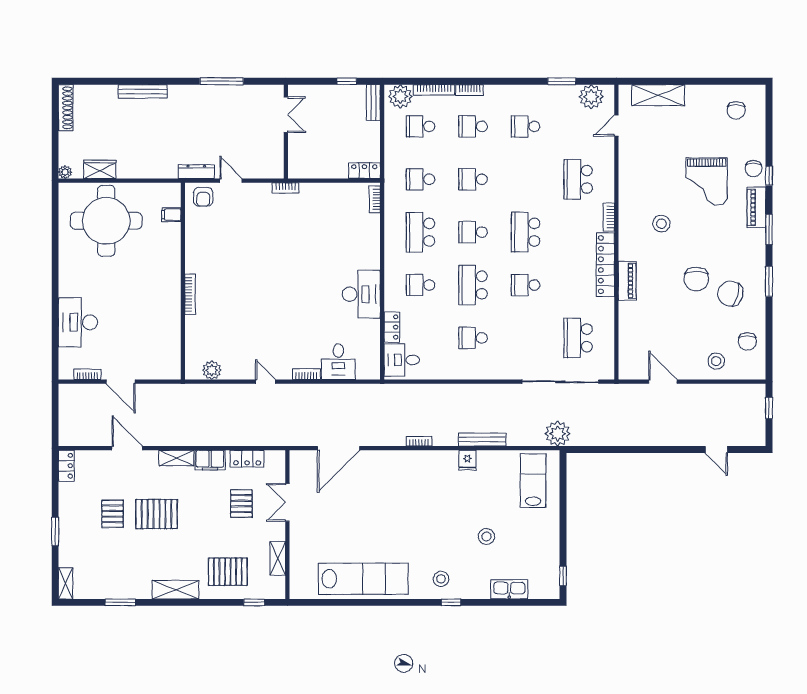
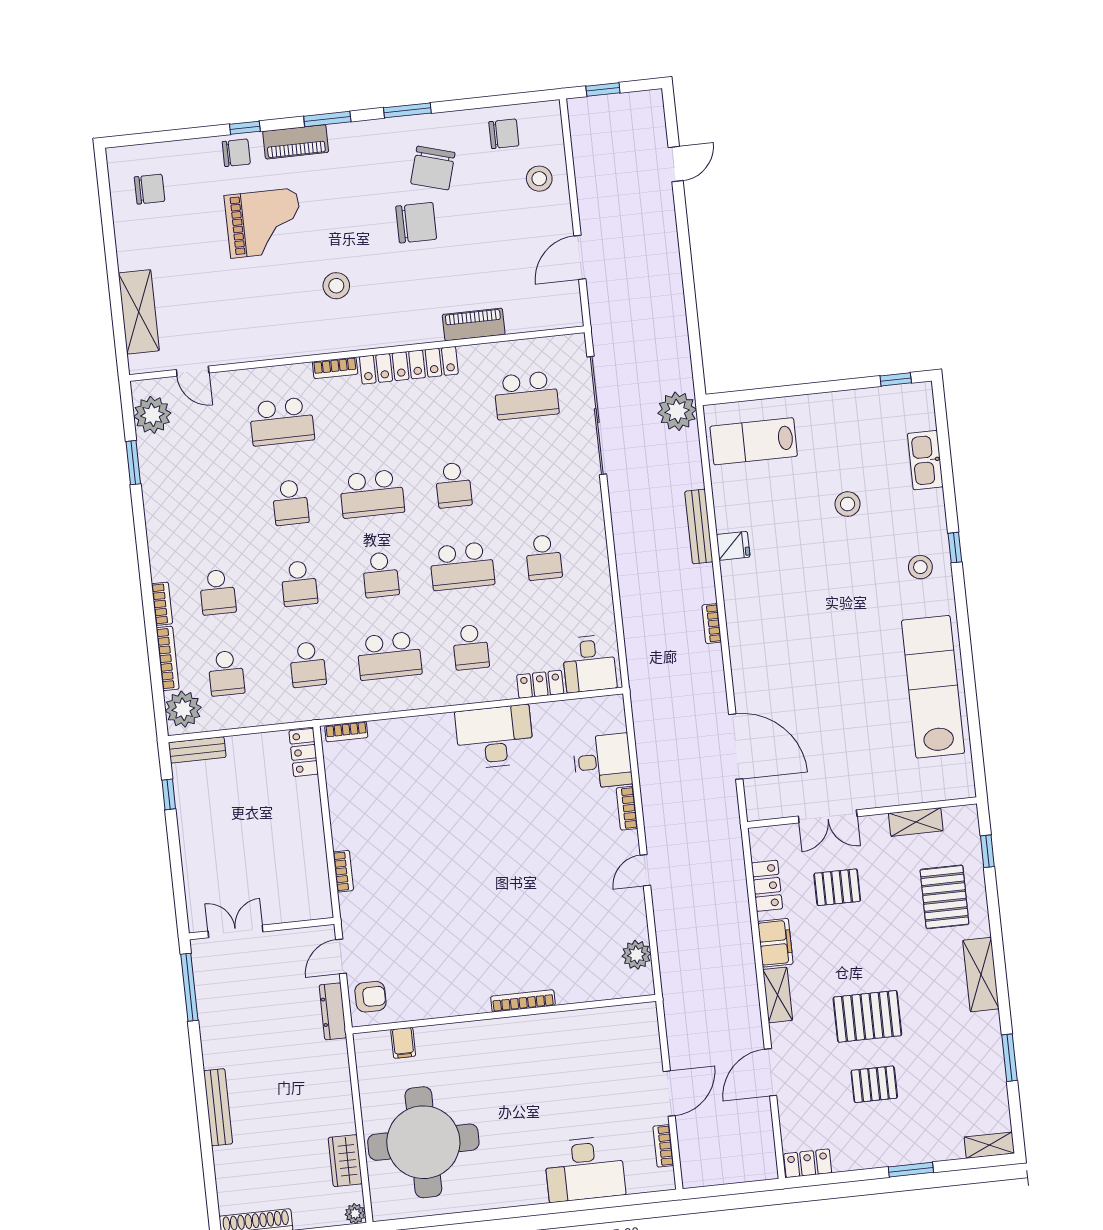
double door: (286, 115) -> (235, 931), moved
school desk: (526, 126) -> (290, 502), moved
wall: (286, 132) -> (262, 929), moved
piano: (627, 281) -> (474, 324), moved
pallet: (156, 514) -> (867, 1016), turned 90

